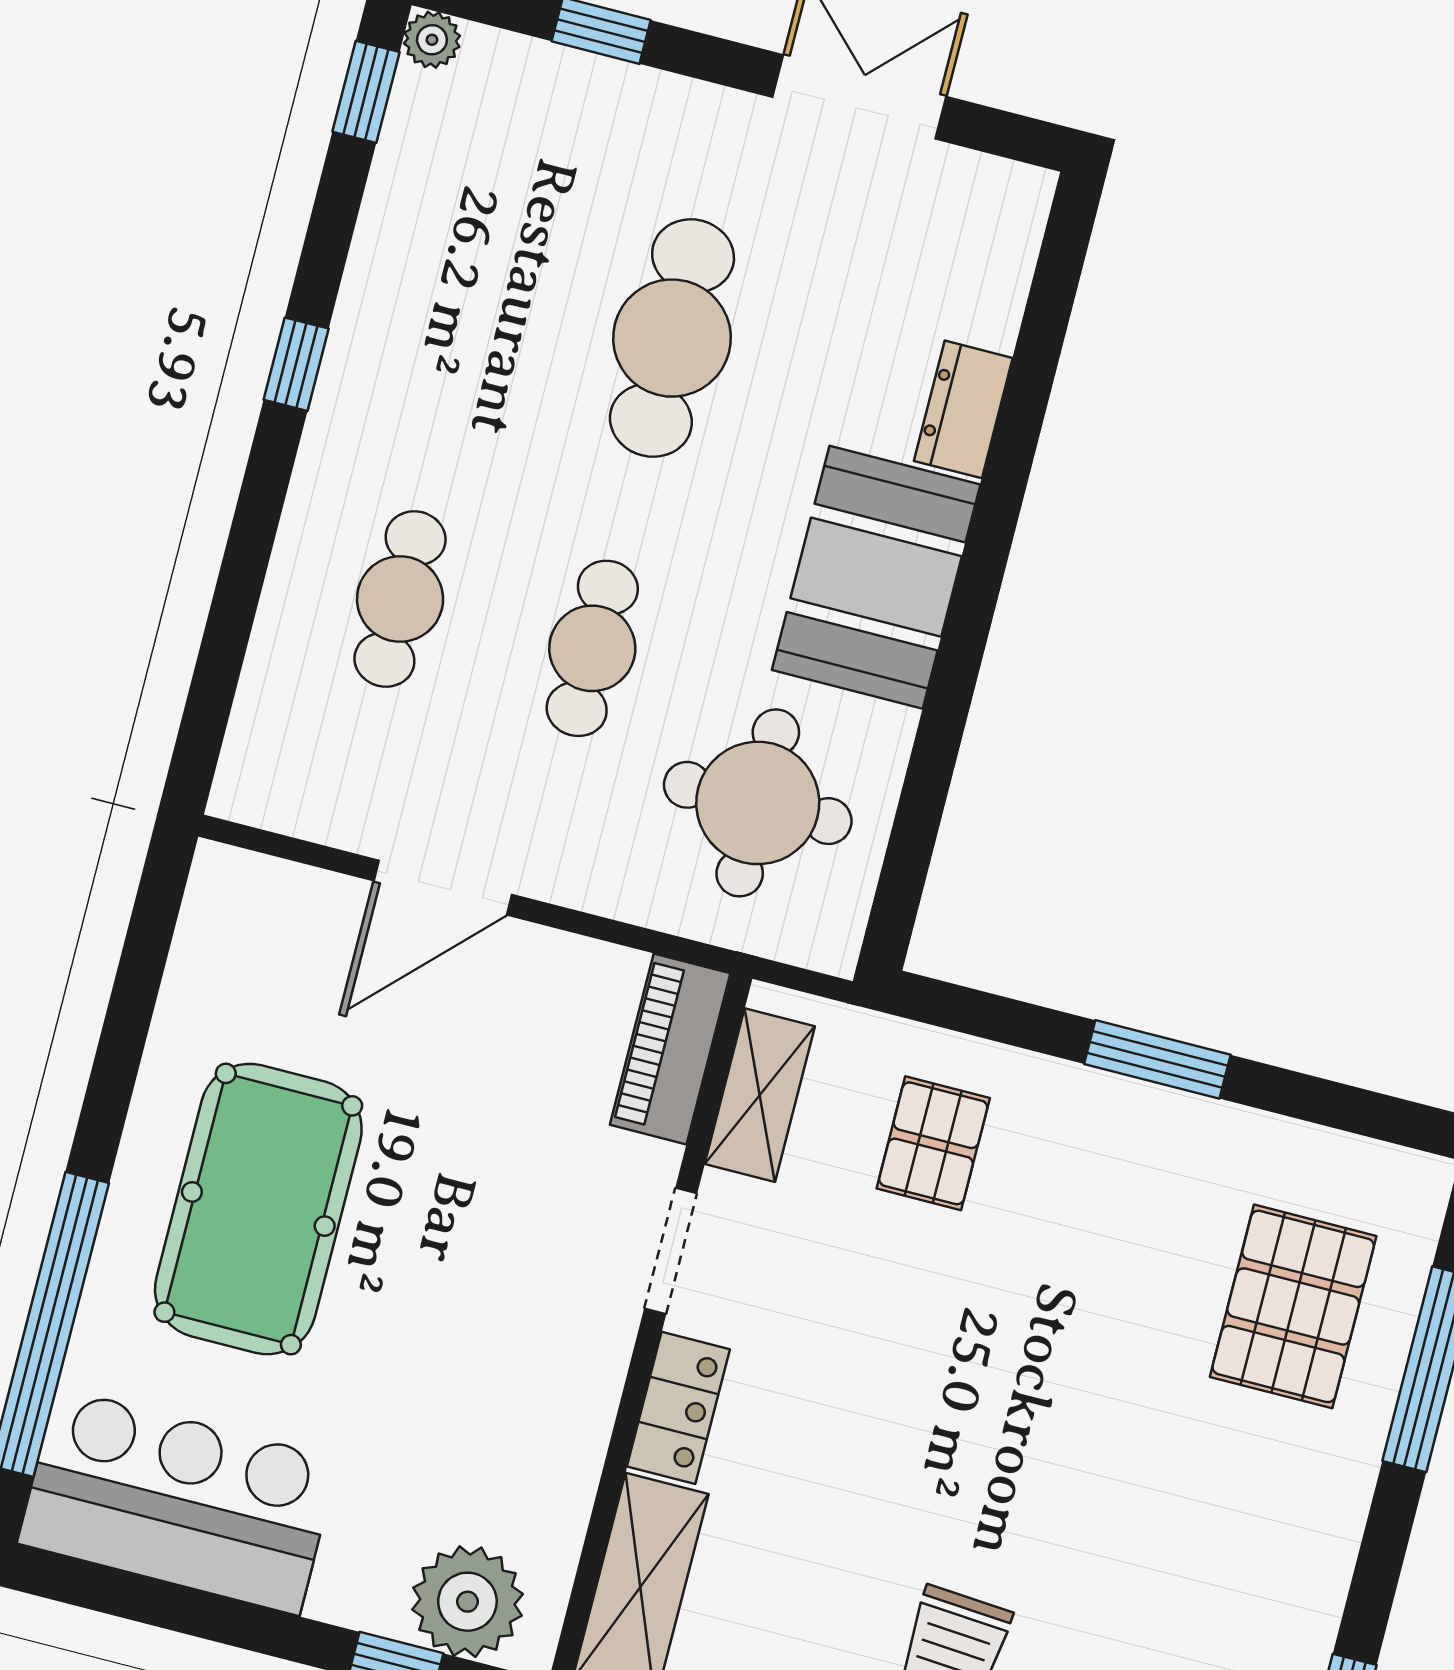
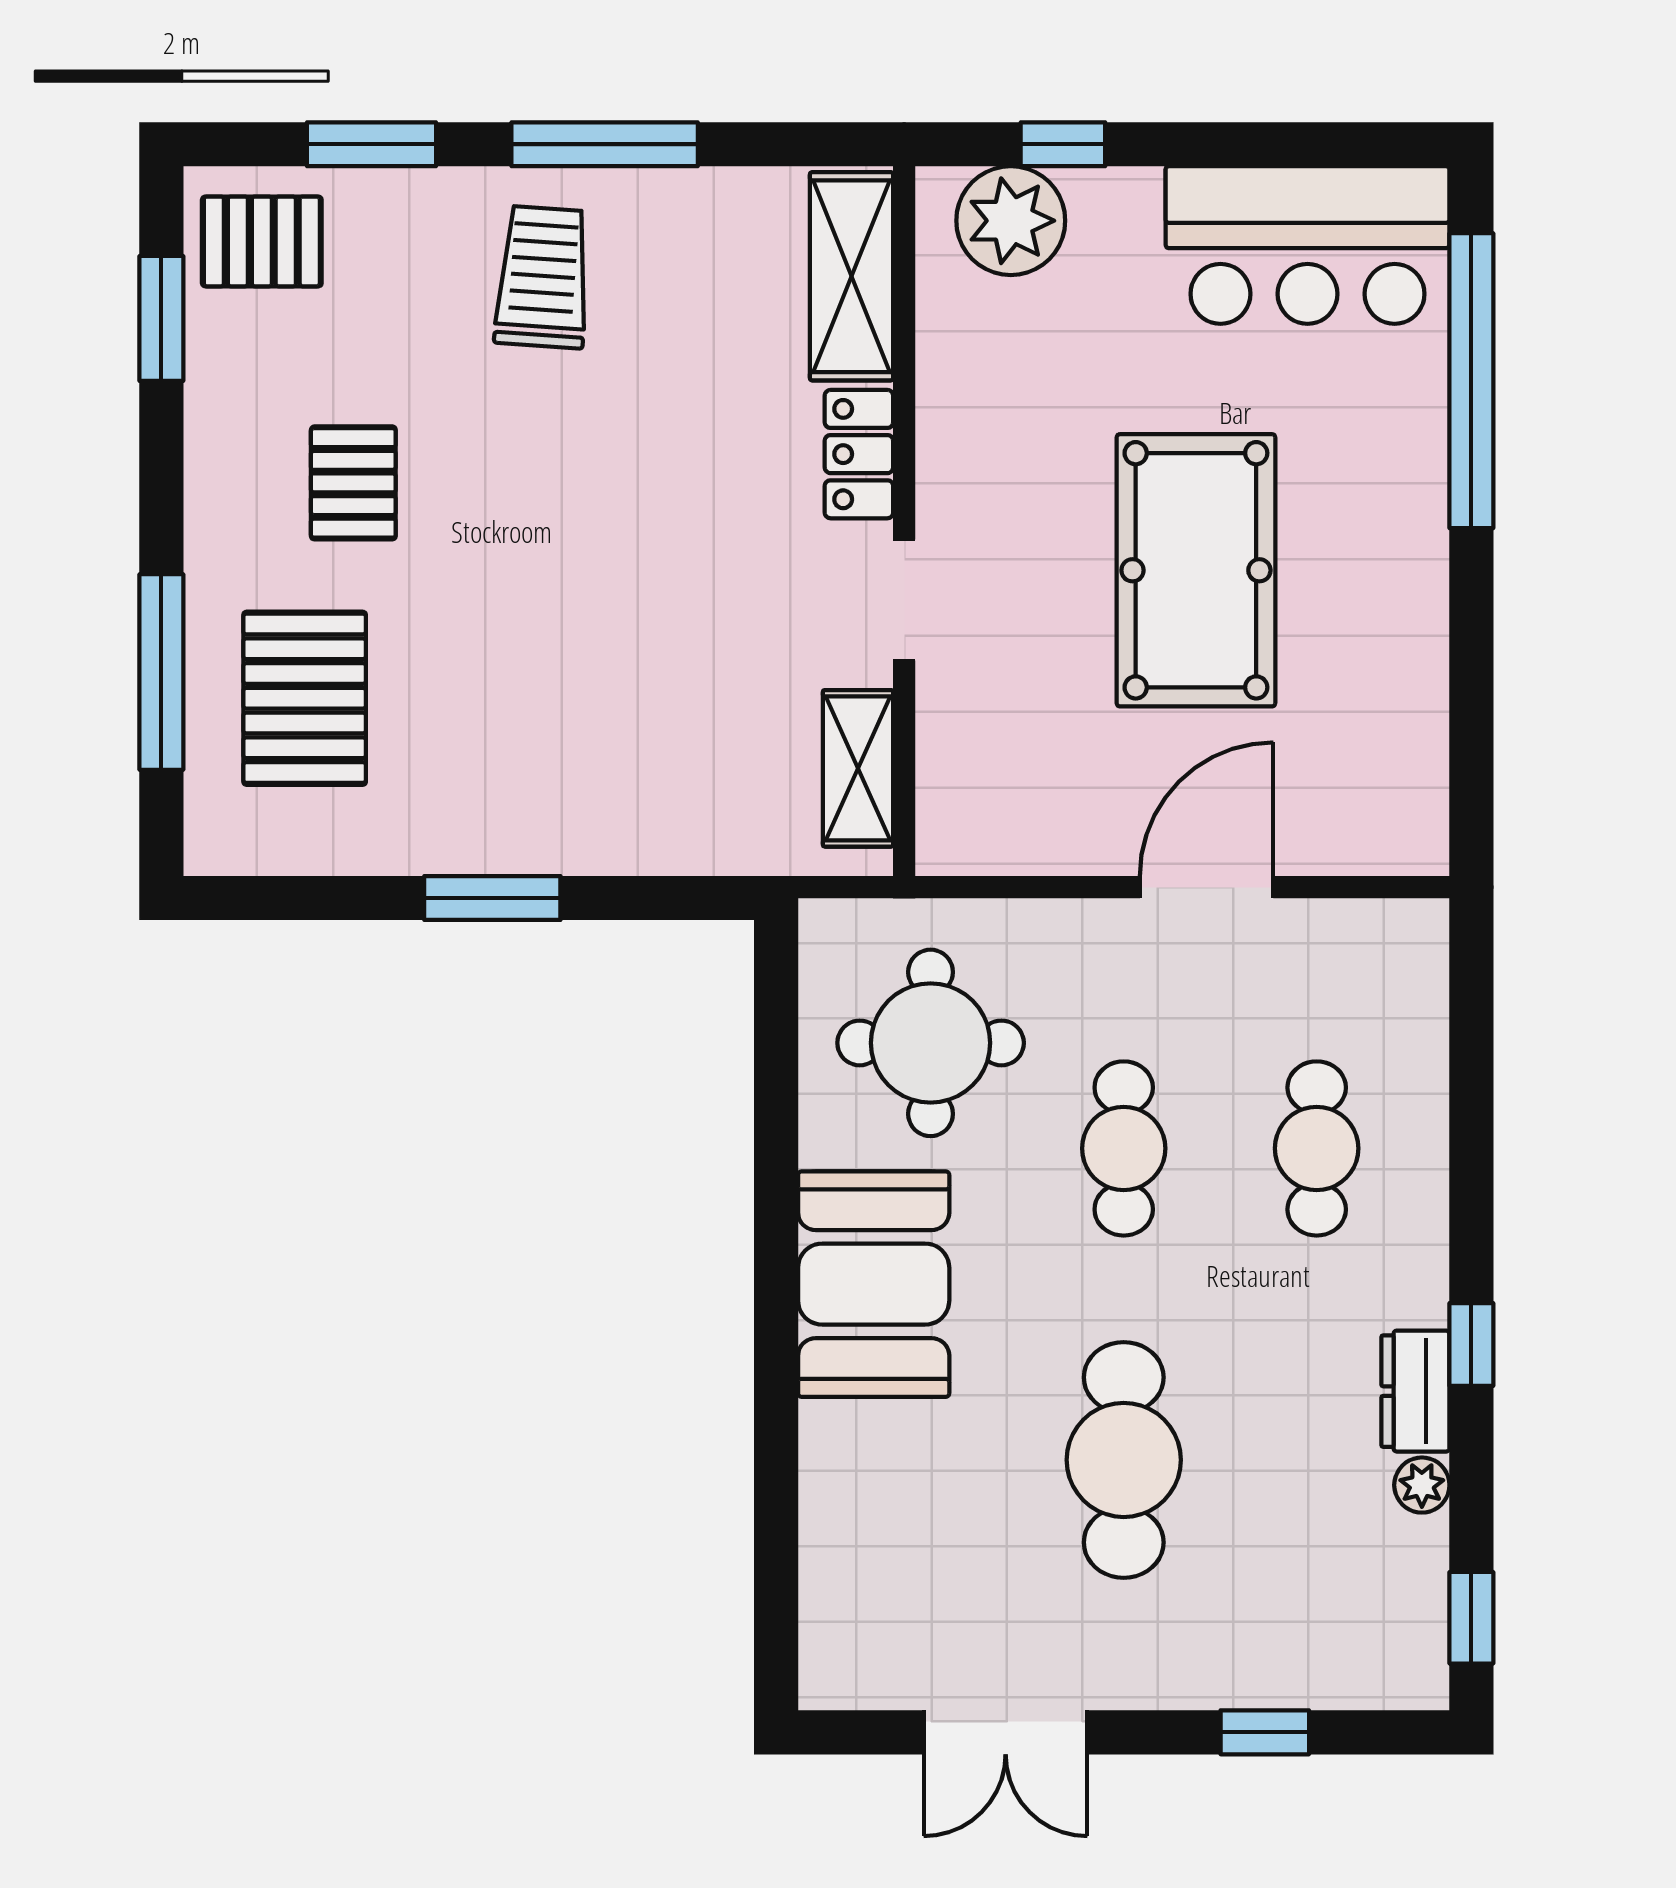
plant: (432, 40) -> (1422, 1485), moved
dresser: (963, 409) -> (1415, 1391), moved, turned 180
piano: (670, 1049) -> (954, 790), removed
pallet: (933, 1143) -> (353, 483), moved
pool table: (258, 1209) -> (1196, 570), moved

